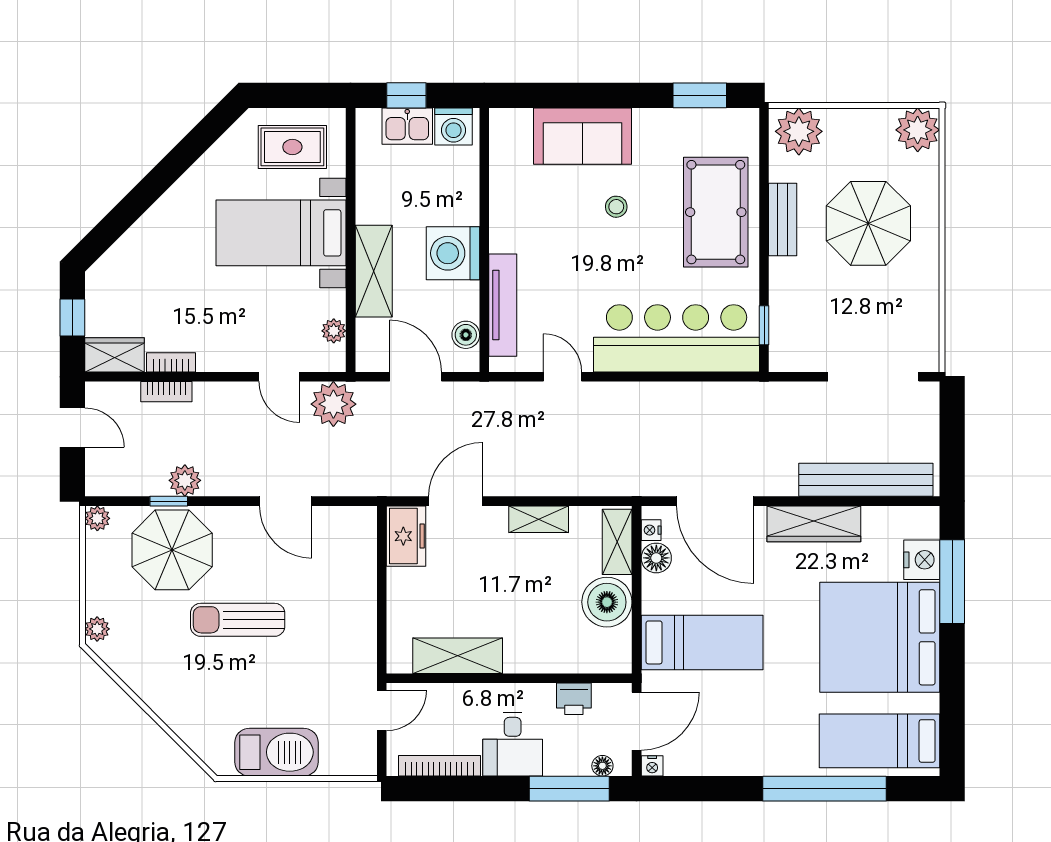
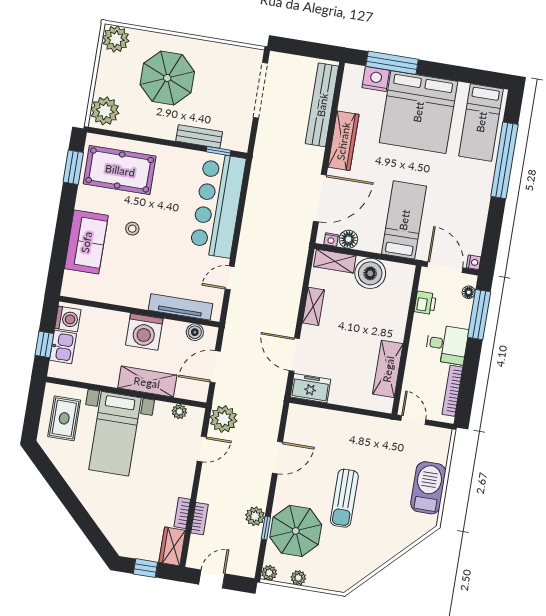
pool table: (716, 212) -> (120, 170), moved
bench: (783, 220) -> (199, 136), moved
plant: (97, 629) -> (298, 578), moved

